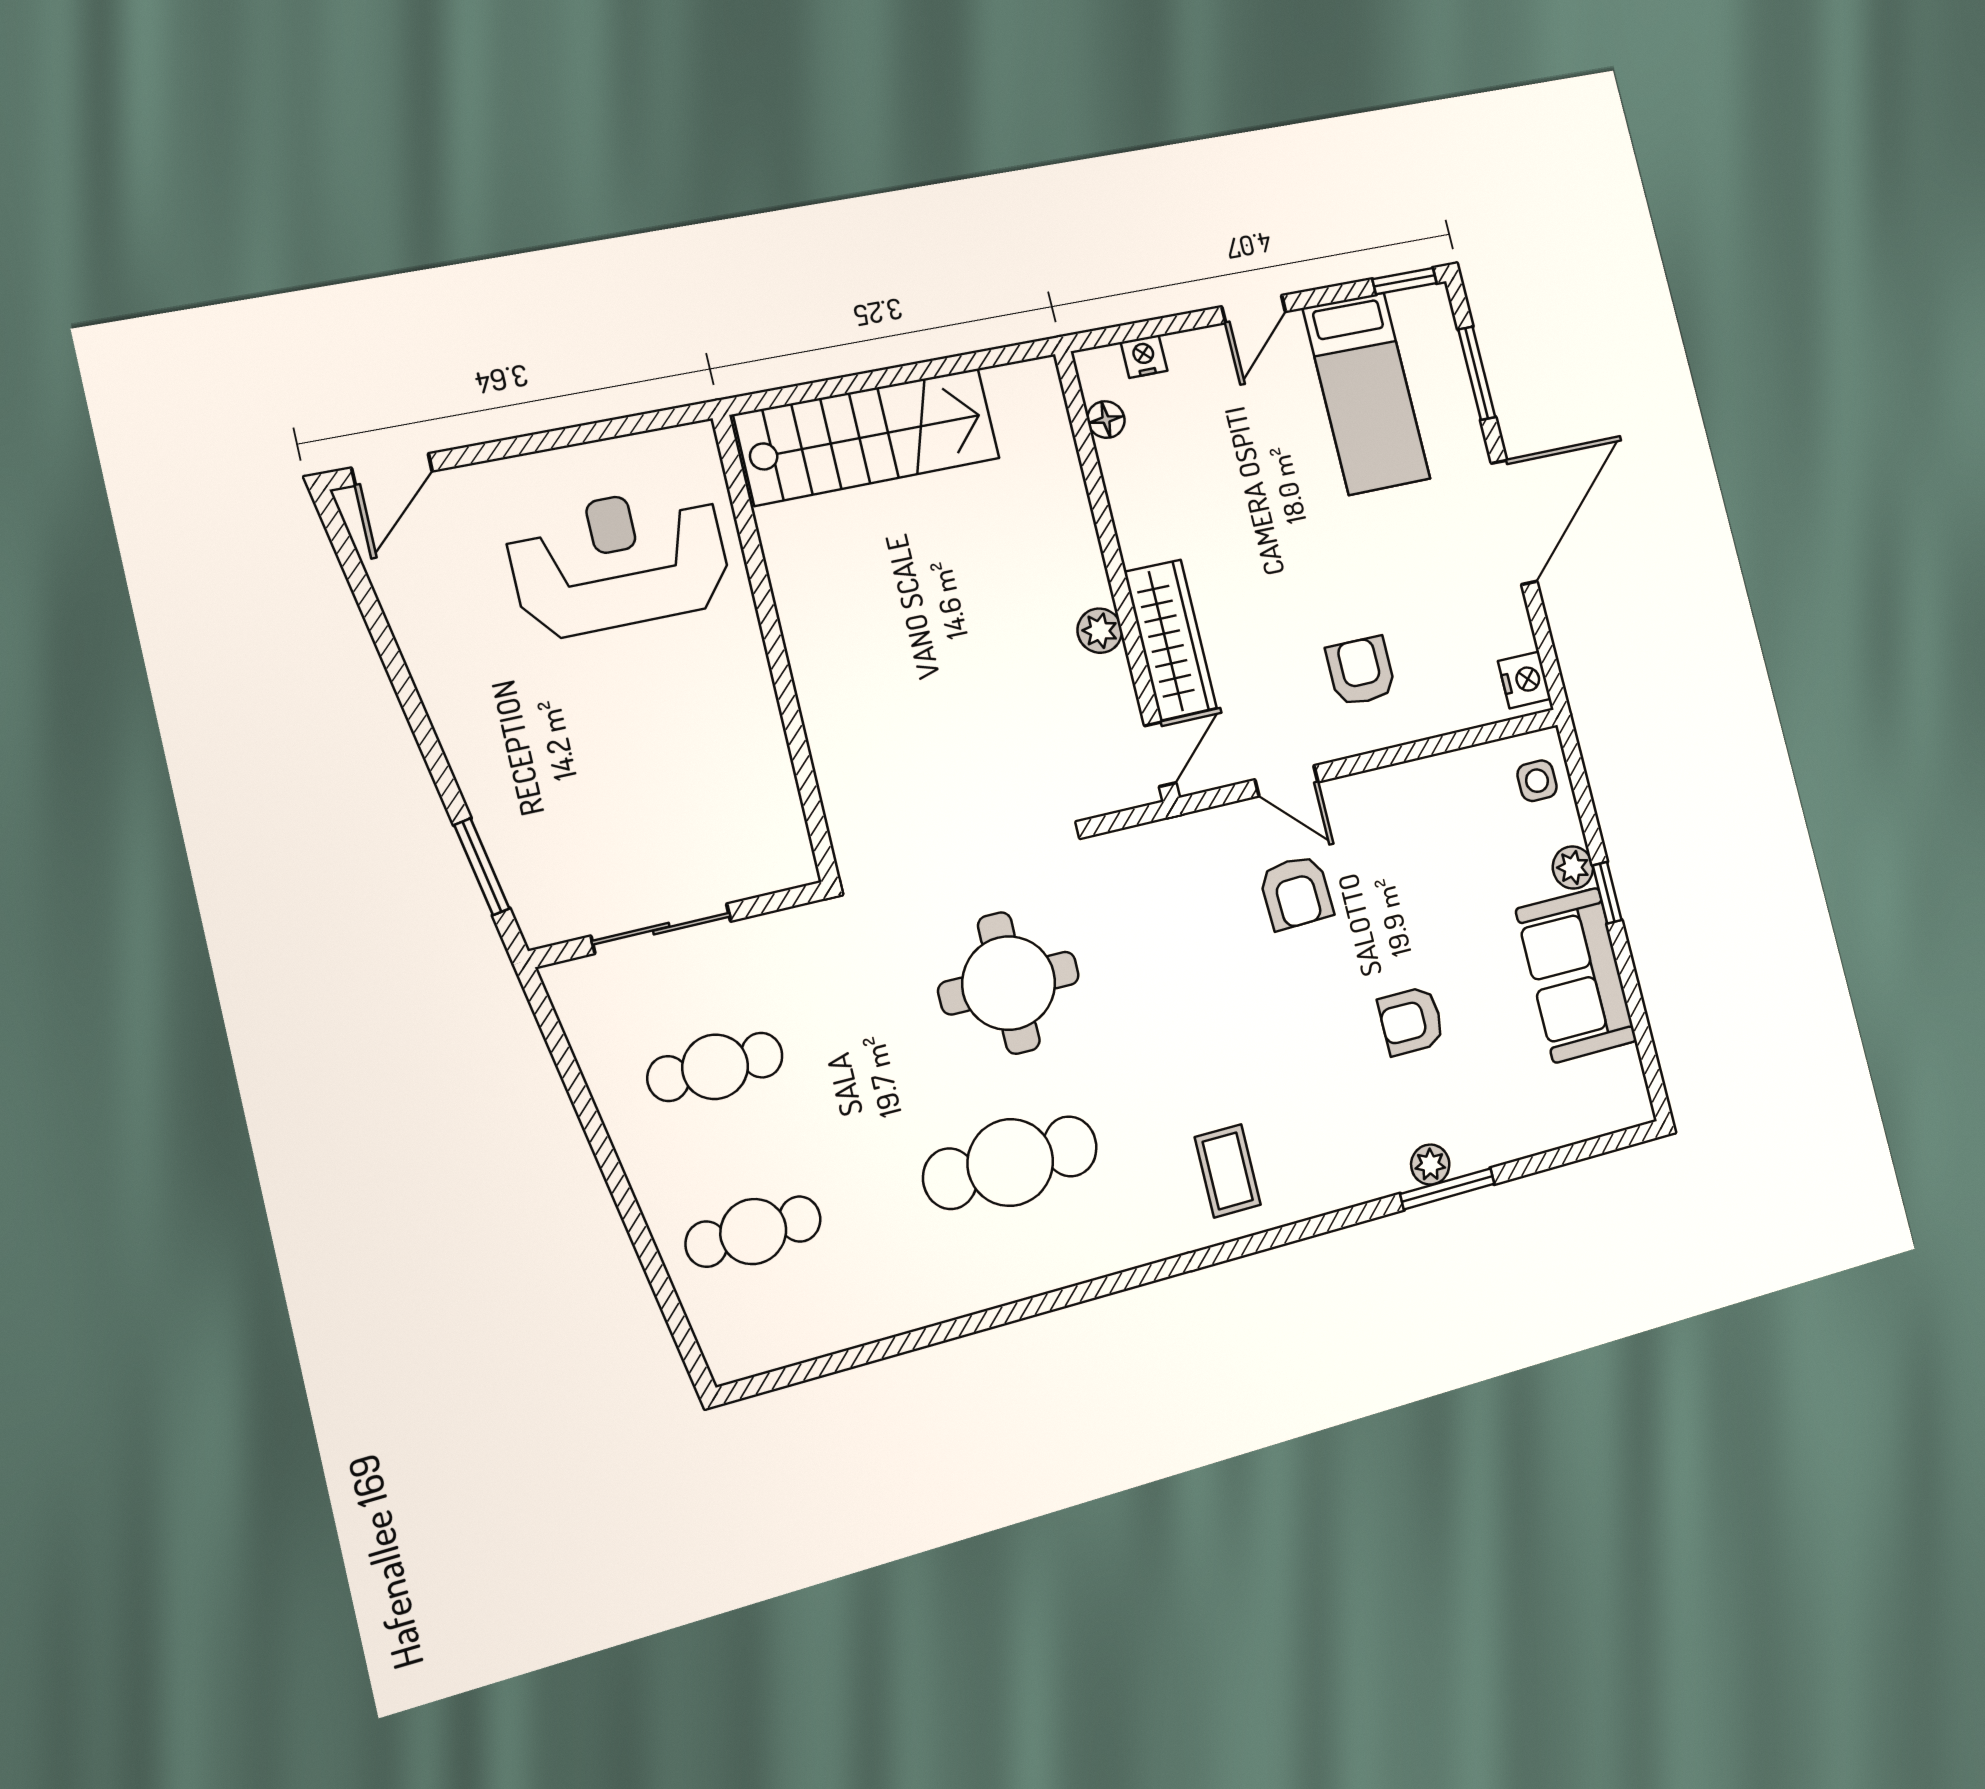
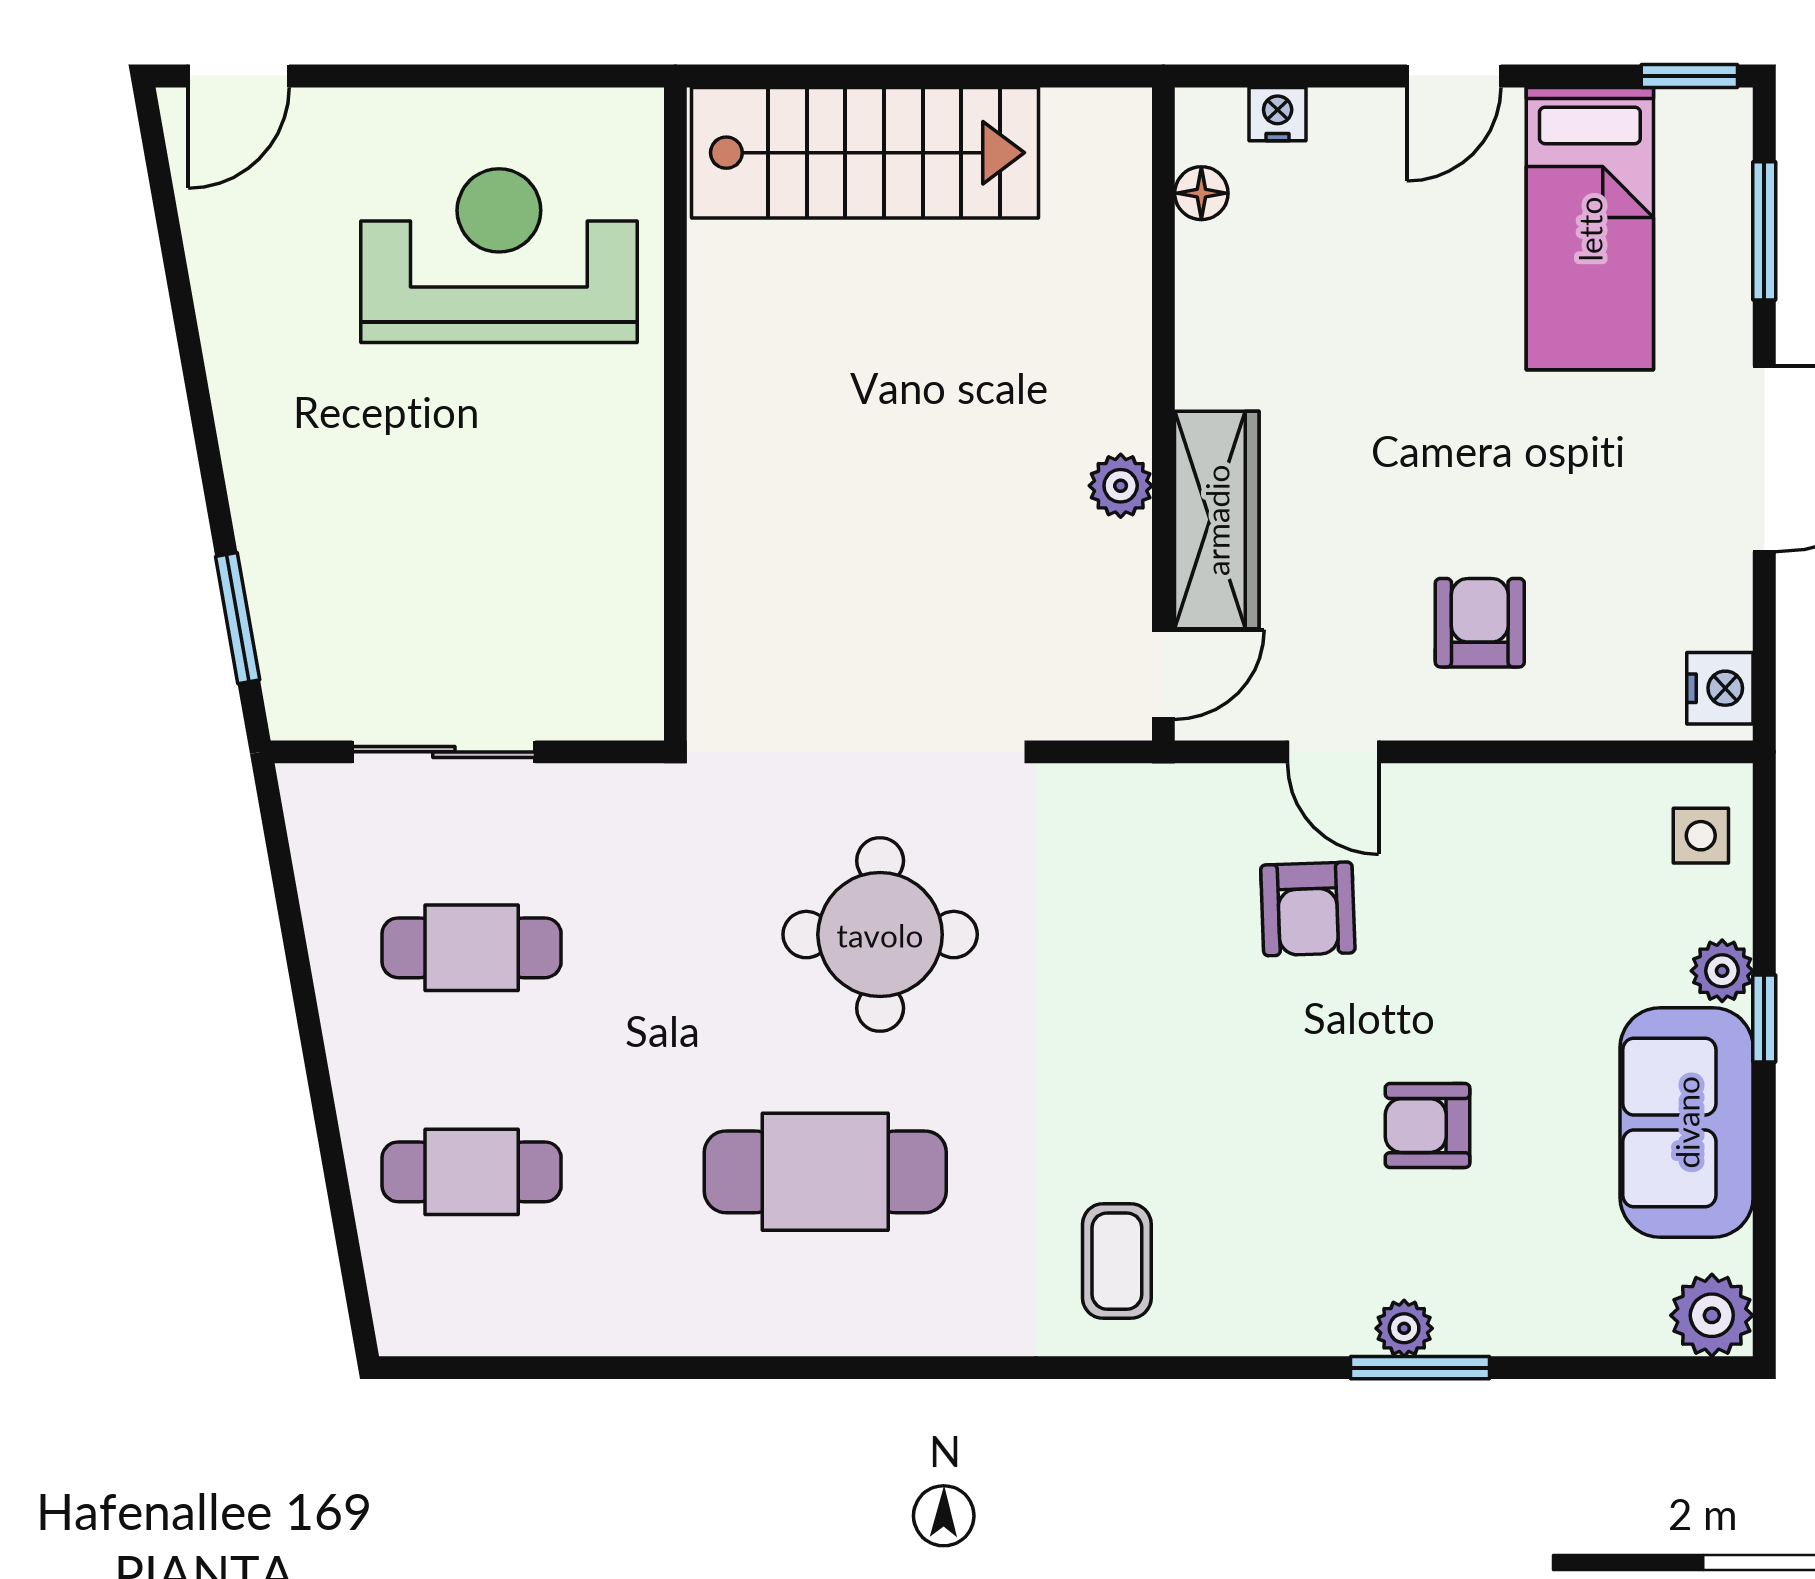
plant: (1624, 1101) -> (1712, 1315), added

